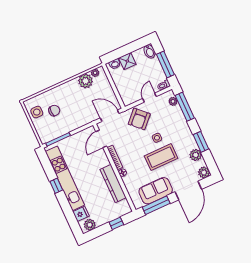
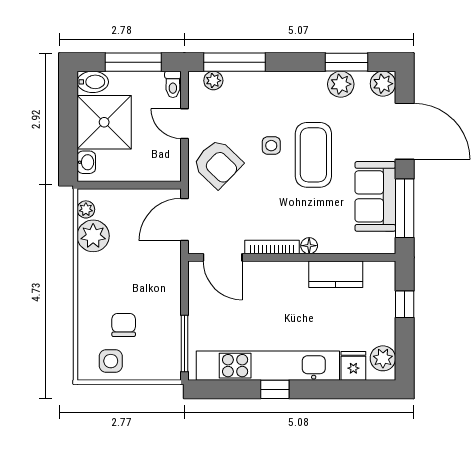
shower: (127, 61) -> (104, 122), width x1.86, depth x1.86
window: (201, 142) -> (347, 62), moved
kitchen counter: (113, 184) -> (336, 274), width x0.67

